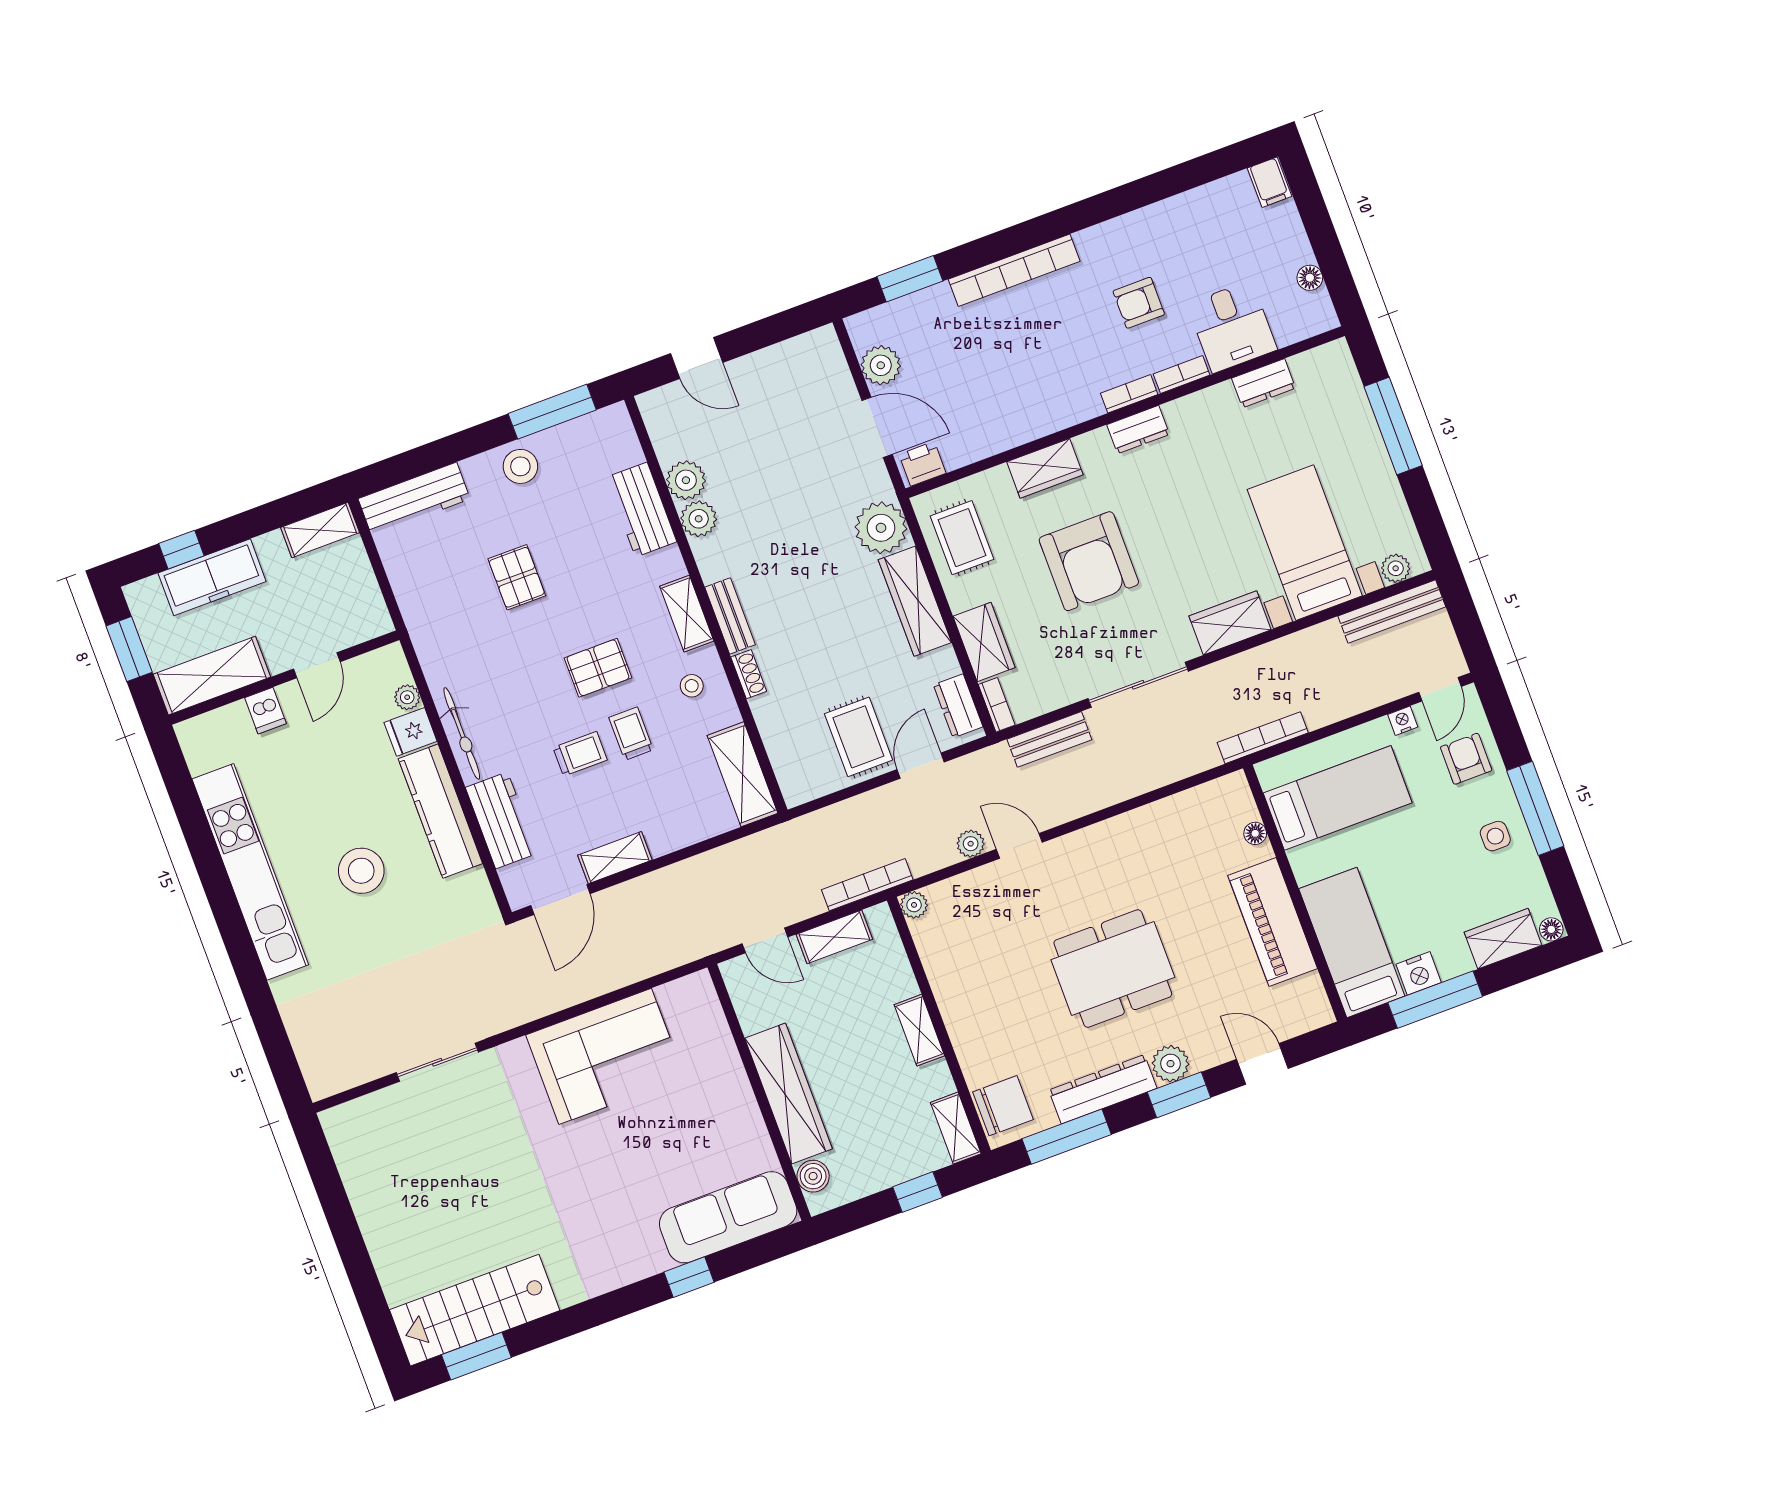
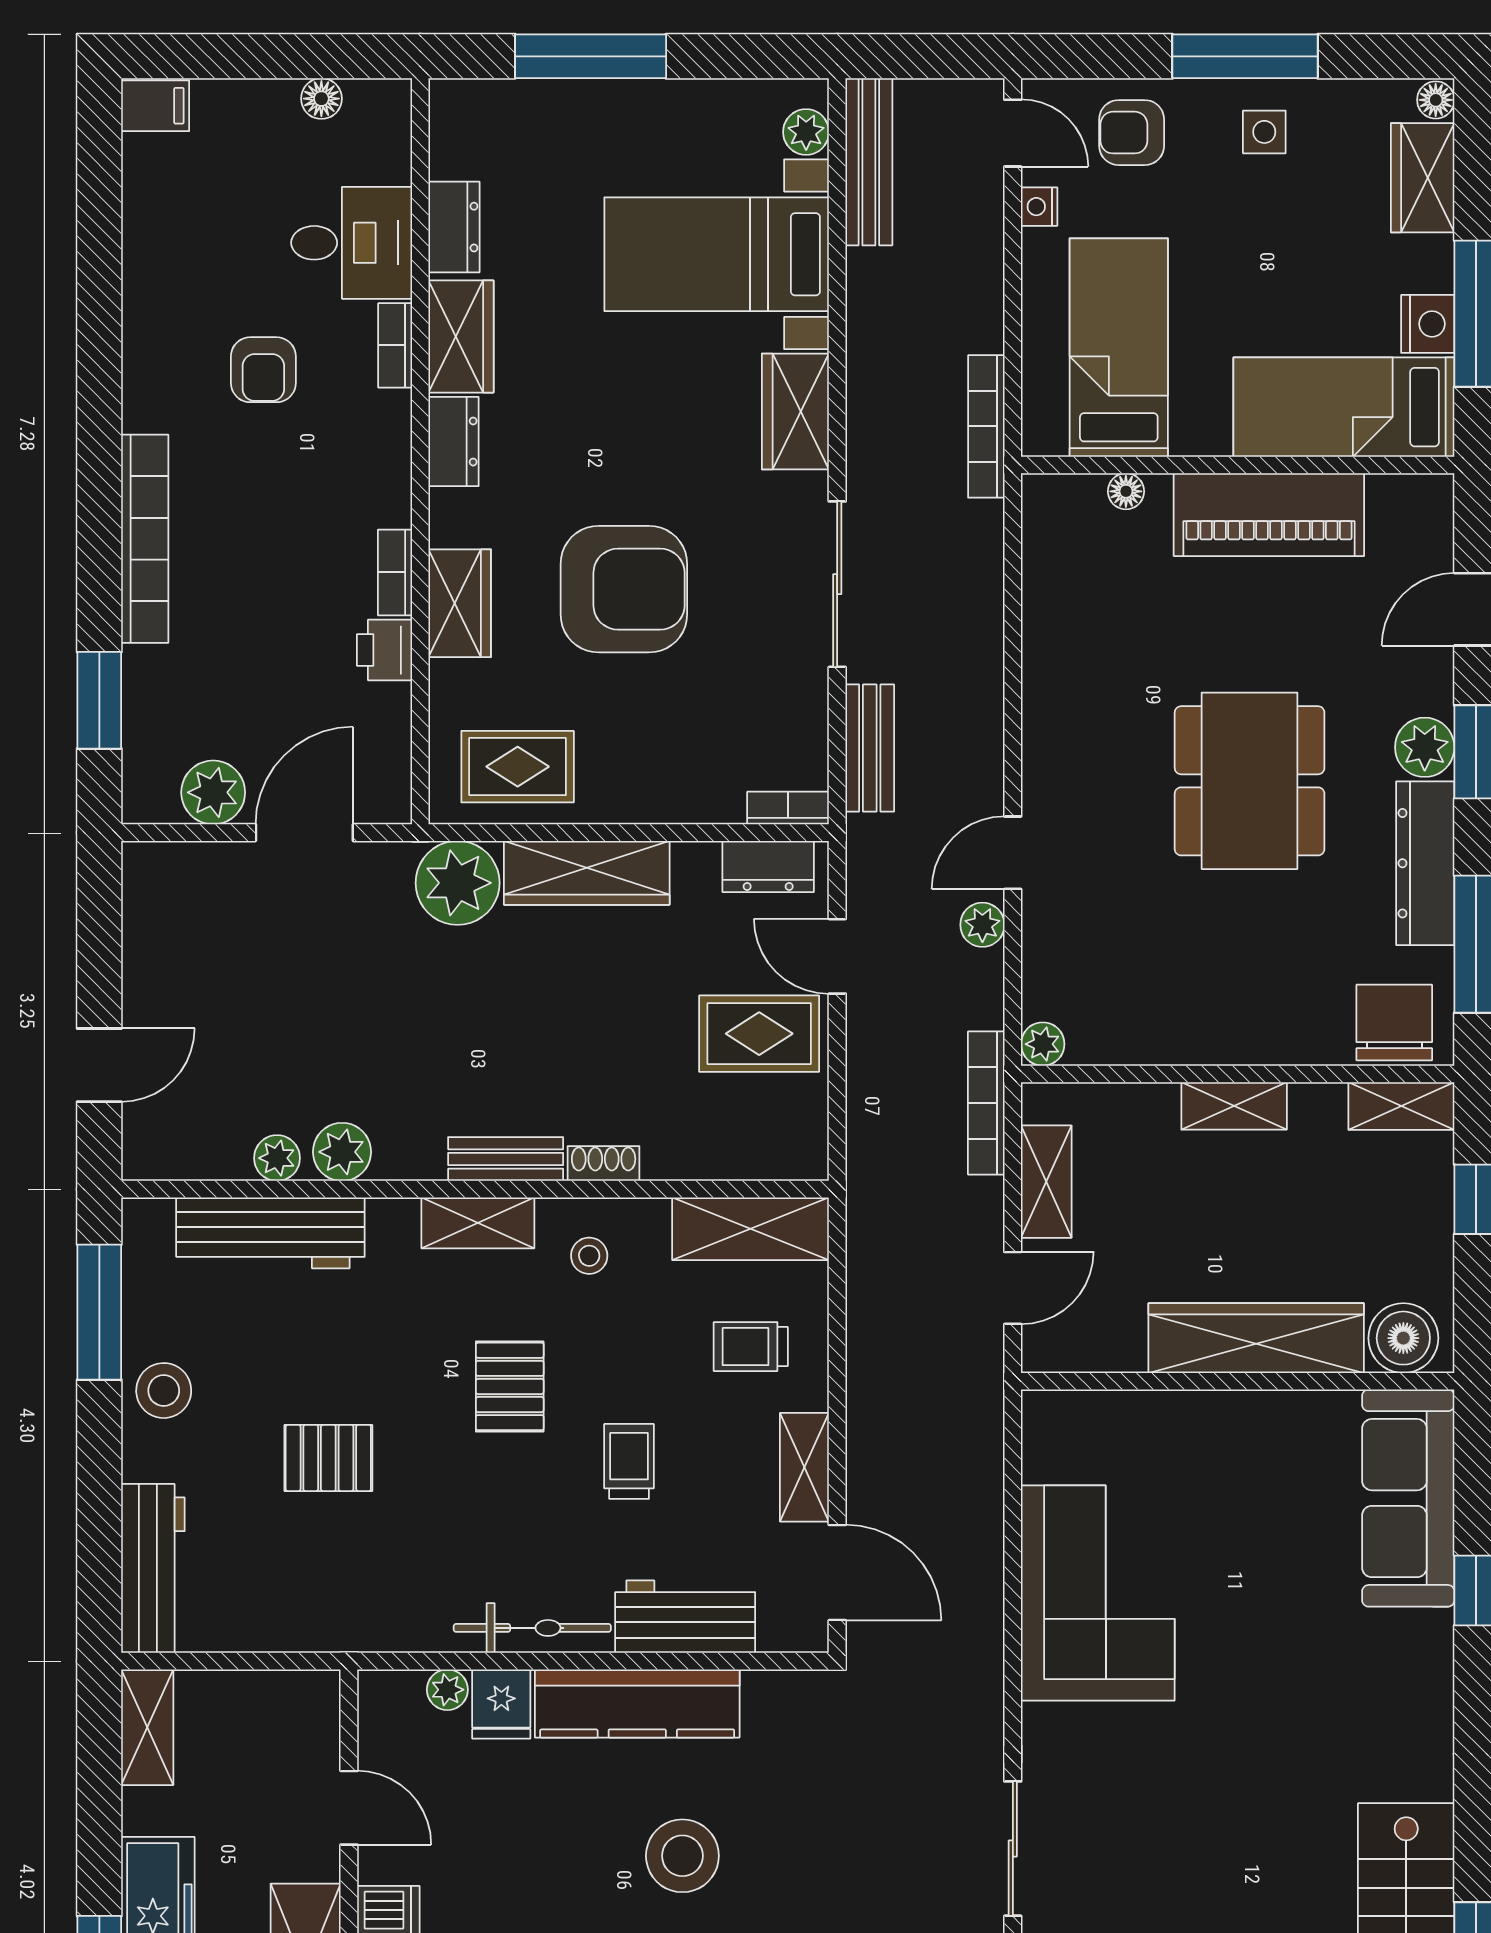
bookcase: (1129, 394) -> (395, 572), moved
printer: (922, 464) -> (384, 650), moved
plant: (686, 480) -> (277, 1158), width x0.73, depth x0.73
workbench: (641, 510) -> (270, 1233), width x1.38
wardrobe: (984, 642) -> (461, 336), moved, turned 90
trolley: (631, 734) -> (751, 1347), moved
boiler: (813, 1176) -> (1403, 1338), width x1.36, depth x1.36

